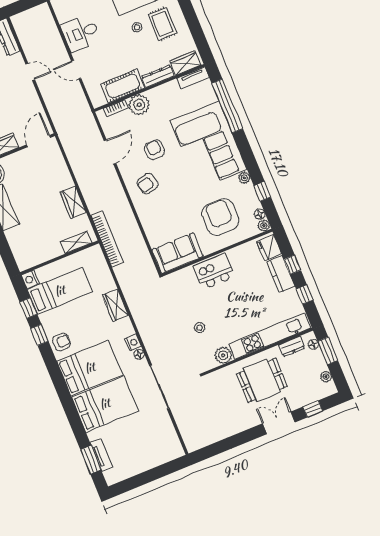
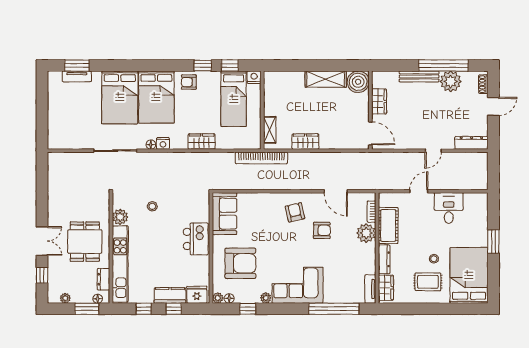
corner sofa: (209, 145) -> (298, 285), width x0.73, depth x0.74
armchair: (62, 342) -> (189, 82), turned 90

